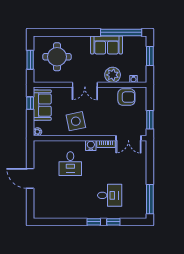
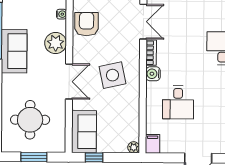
sofa: (42, 105) -> (84, 132), moved, turned 90
side table: (76, 121) -> (112, 75), moved
filing cabinet: (40, 145) -> (153, 144), added
desk: (70, 164) -> (178, 102), turned 90

